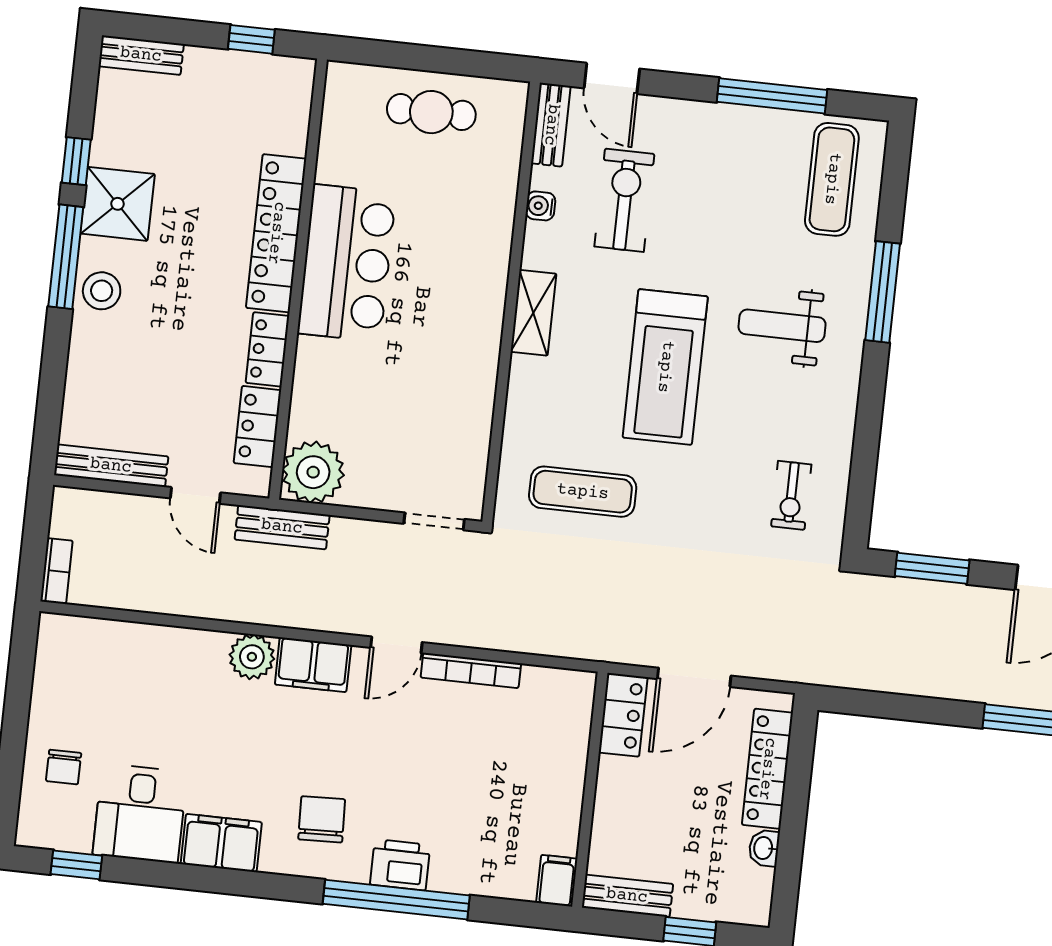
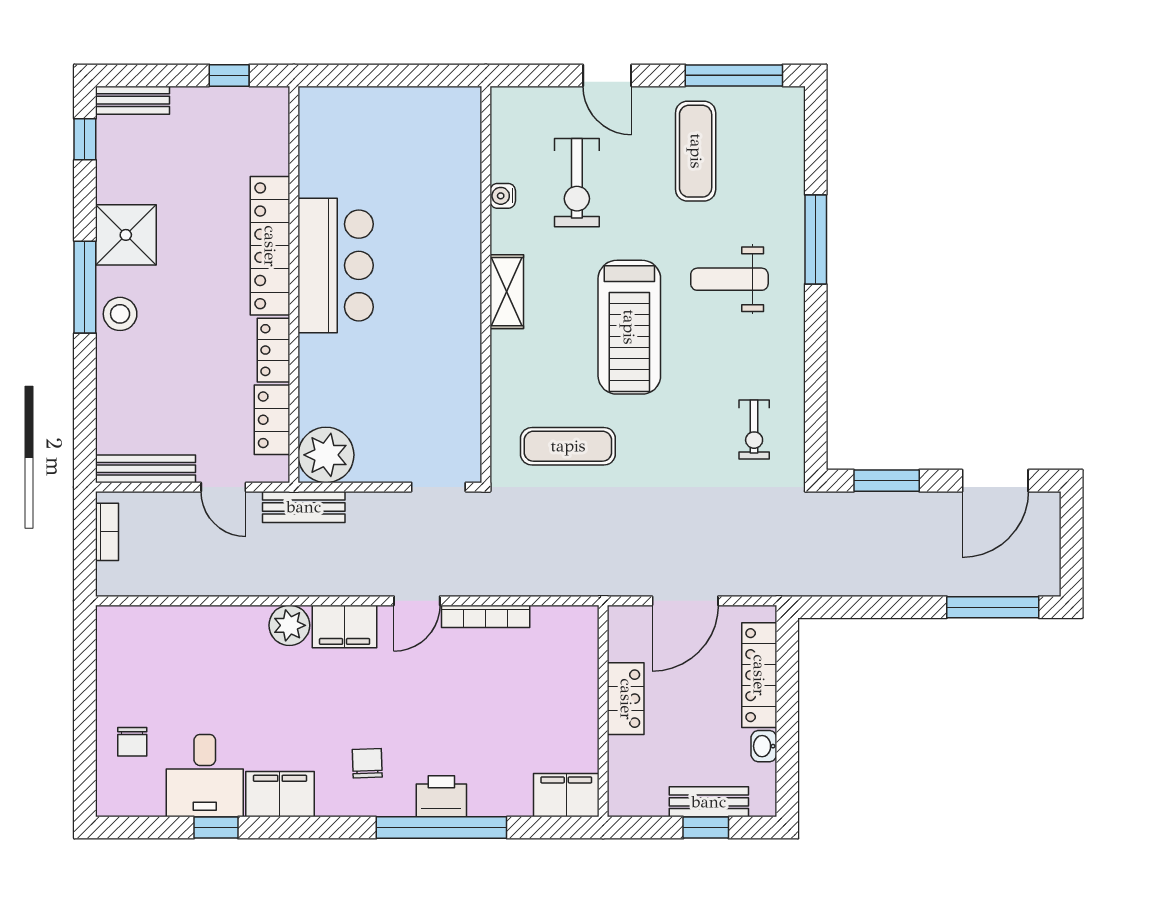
door: (612, 78) -> (607, 75), moved
window: (772, 96) -> (734, 75), moved
cafe table: (431, 112) -> (396, 123), removed
bench: (551, 125) -> (504, 123), removed
window: (76, 161) -> (85, 139), moved
exercise mat: (832, 179) -> (696, 151), moved
exercise bike: (624, 200) -> (577, 183), turned 180
bookcase: (57, 571) -> (107, 532), moved
locker: (623, 715) -> (626, 699), moved
chair: (322, 819) -> (367, 763), width x0.73, depth x0.73
window: (76, 865) -> (216, 828), moved
filing cabinet: (557, 881) -> (566, 795), width x2.00
bench: (627, 896) -> (709, 802), moved

